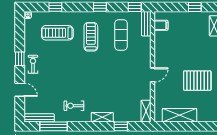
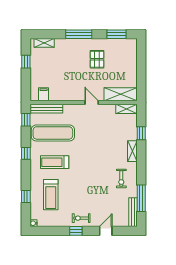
bench: (146, 24) -> (46, 109), width x1.36
exercise mat: (121, 35) -> (53, 133), width x1.36, depth x1.45
pallet: (197, 81) -> (97, 59), width x0.67, depth x0.71
shelving: (180, 115) -> (121, 94), moved, turned 90

